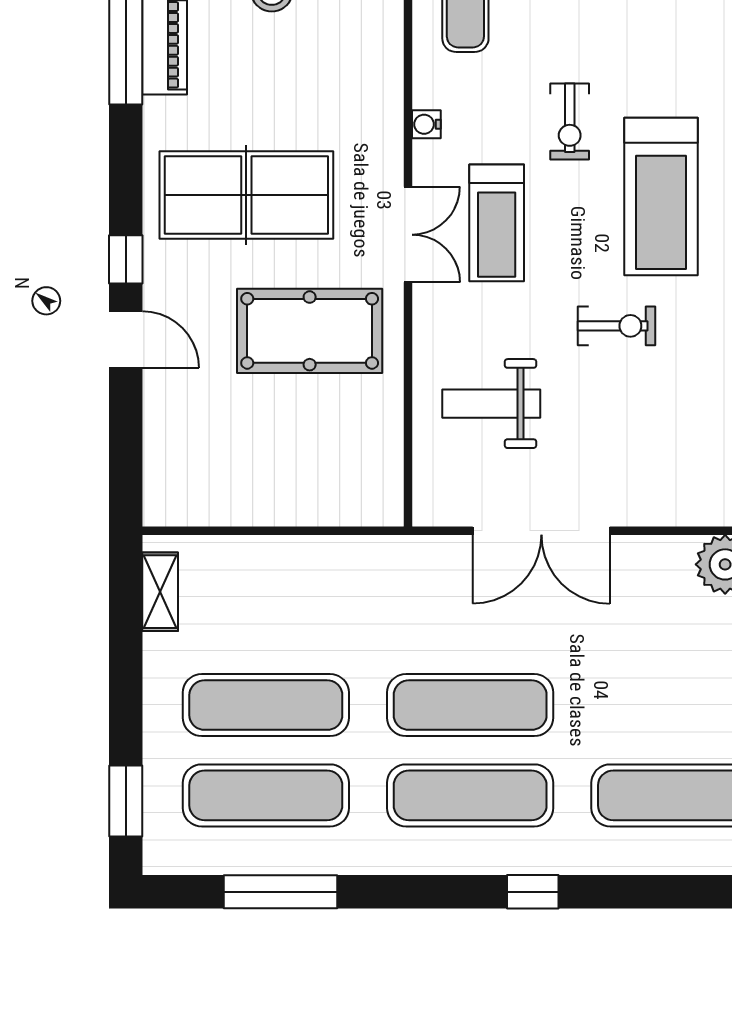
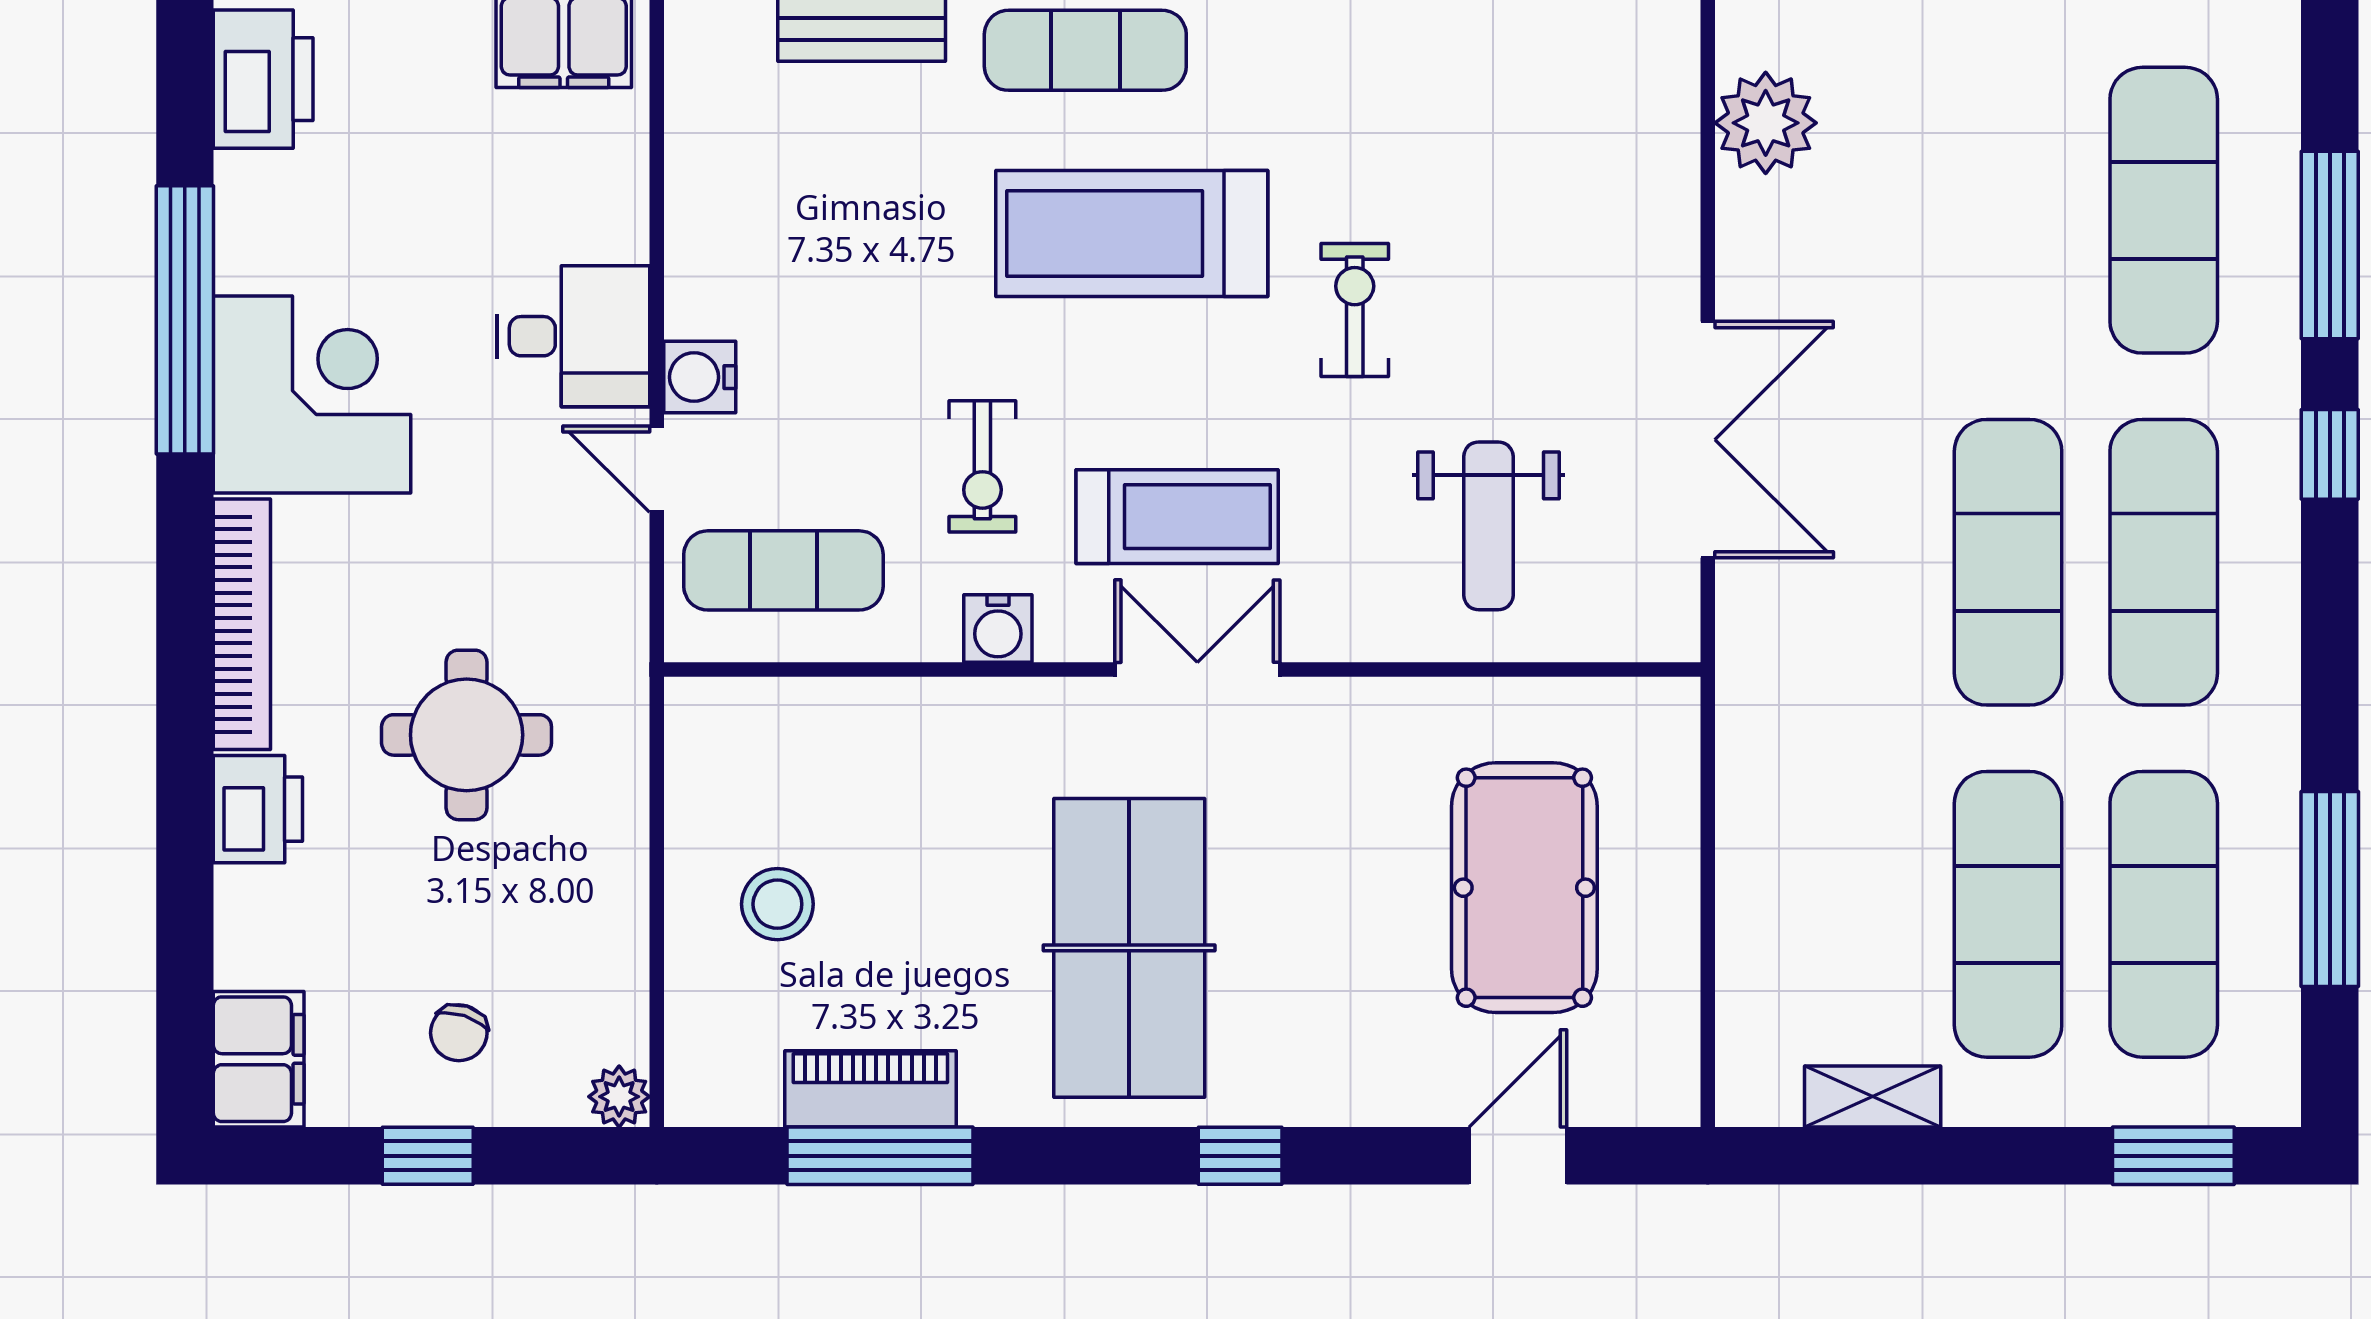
exercise bike: (570, 122) -> (982, 466), moved, turned 90
water cooler: (426, 124) -> (998, 628), width x1.38, depth x1.38
treadmill: (661, 197) -> (1132, 234), turned 180
pool table: (310, 331) -> (1524, 888), moved
door: (126, 339) -> (1518, 1156), moved
shelving: (160, 592) -> (1873, 1097), moved
window: (654, 892) -> (2330, 245), added

